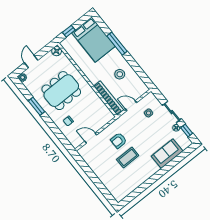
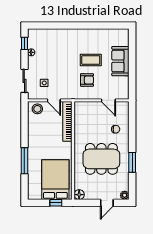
bed: (94, 40) -> (55, 180), moved
stool: (120, 74) -> (37, 109), moved
sliding door: (172, 112) -> (24, 81), moved
sofa: (167, 154) -> (120, 61), moved, turned 90

